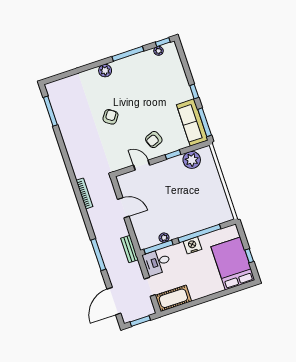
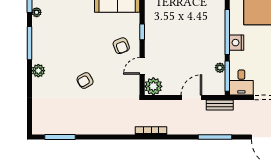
armchair: (110, 117) -> (85, 80), turned -65
plant: (192, 160) -> (153, 86), moved
door: (123, 208) -> (191, 98), moved

